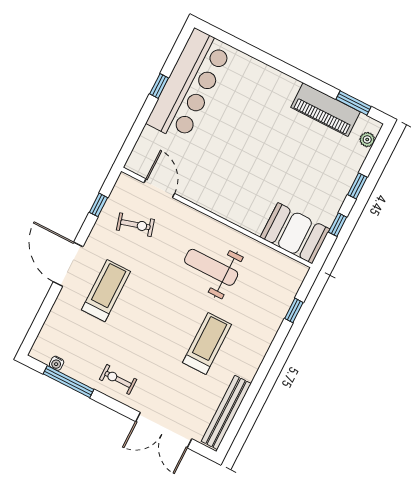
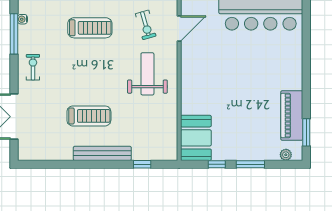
window: (357, 186) -> (250, 164), width x1.50
weight bench: (211, 267) -> (147, 74), moved
bench: (226, 412) -> (102, 153), moved

